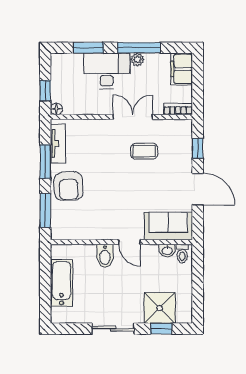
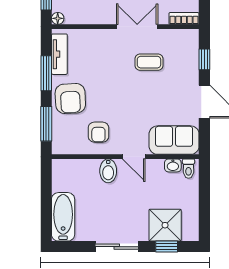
armchair: (96, 218) -> (98, 132), added
bathtub: (62, 283) -> (63, 217), moved

